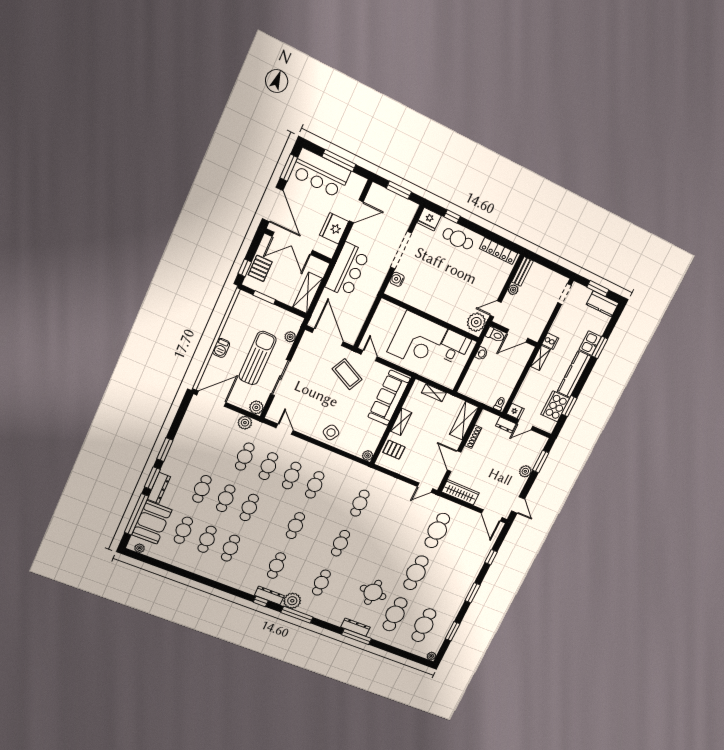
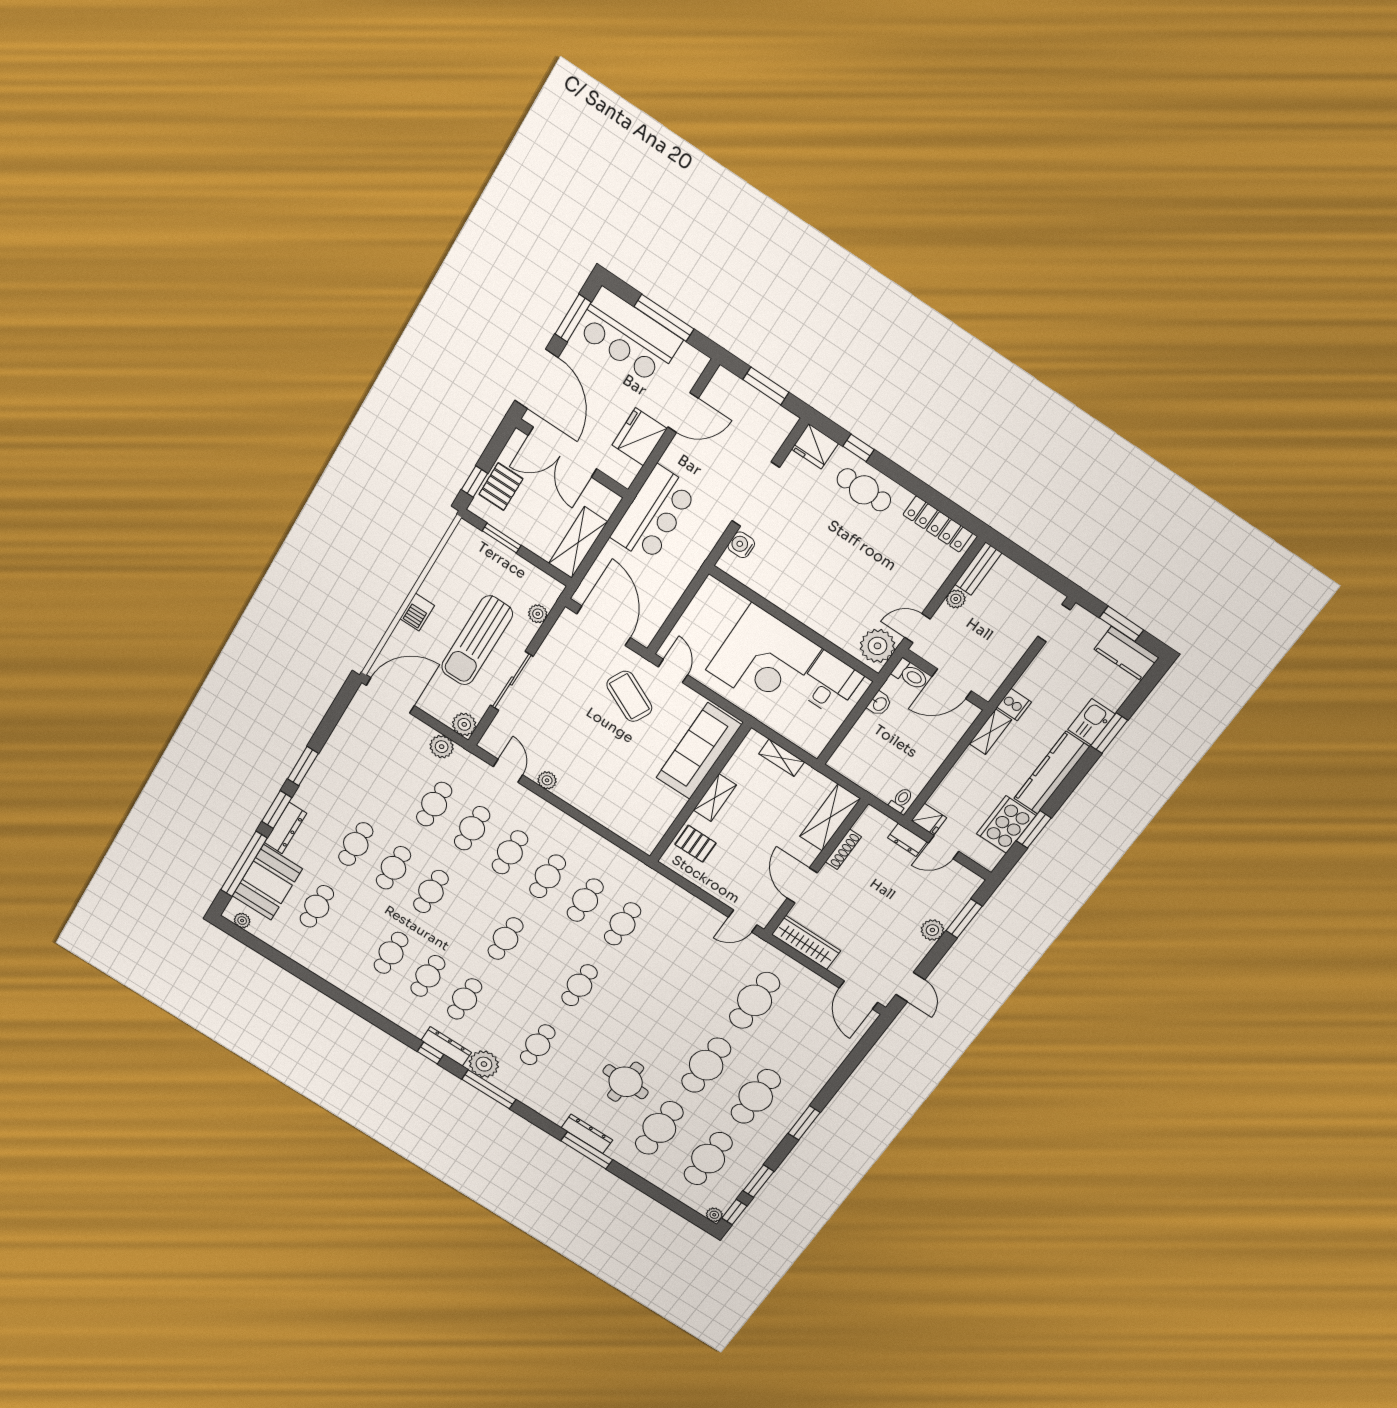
sun lounger: (258, 358) -> (477, 640), turned 180
side table: (331, 432) -> (588, 792), removed
plant: (368, 455) -> (547, 780), moved
cafe table: (337, 494) -> (585, 900), added
cafe table: (207, 539) -> (428, 976), moved
window: (491, 557) -> (734, 1212), moved
cafe table: (445, 584) -> (756, 1096), added

